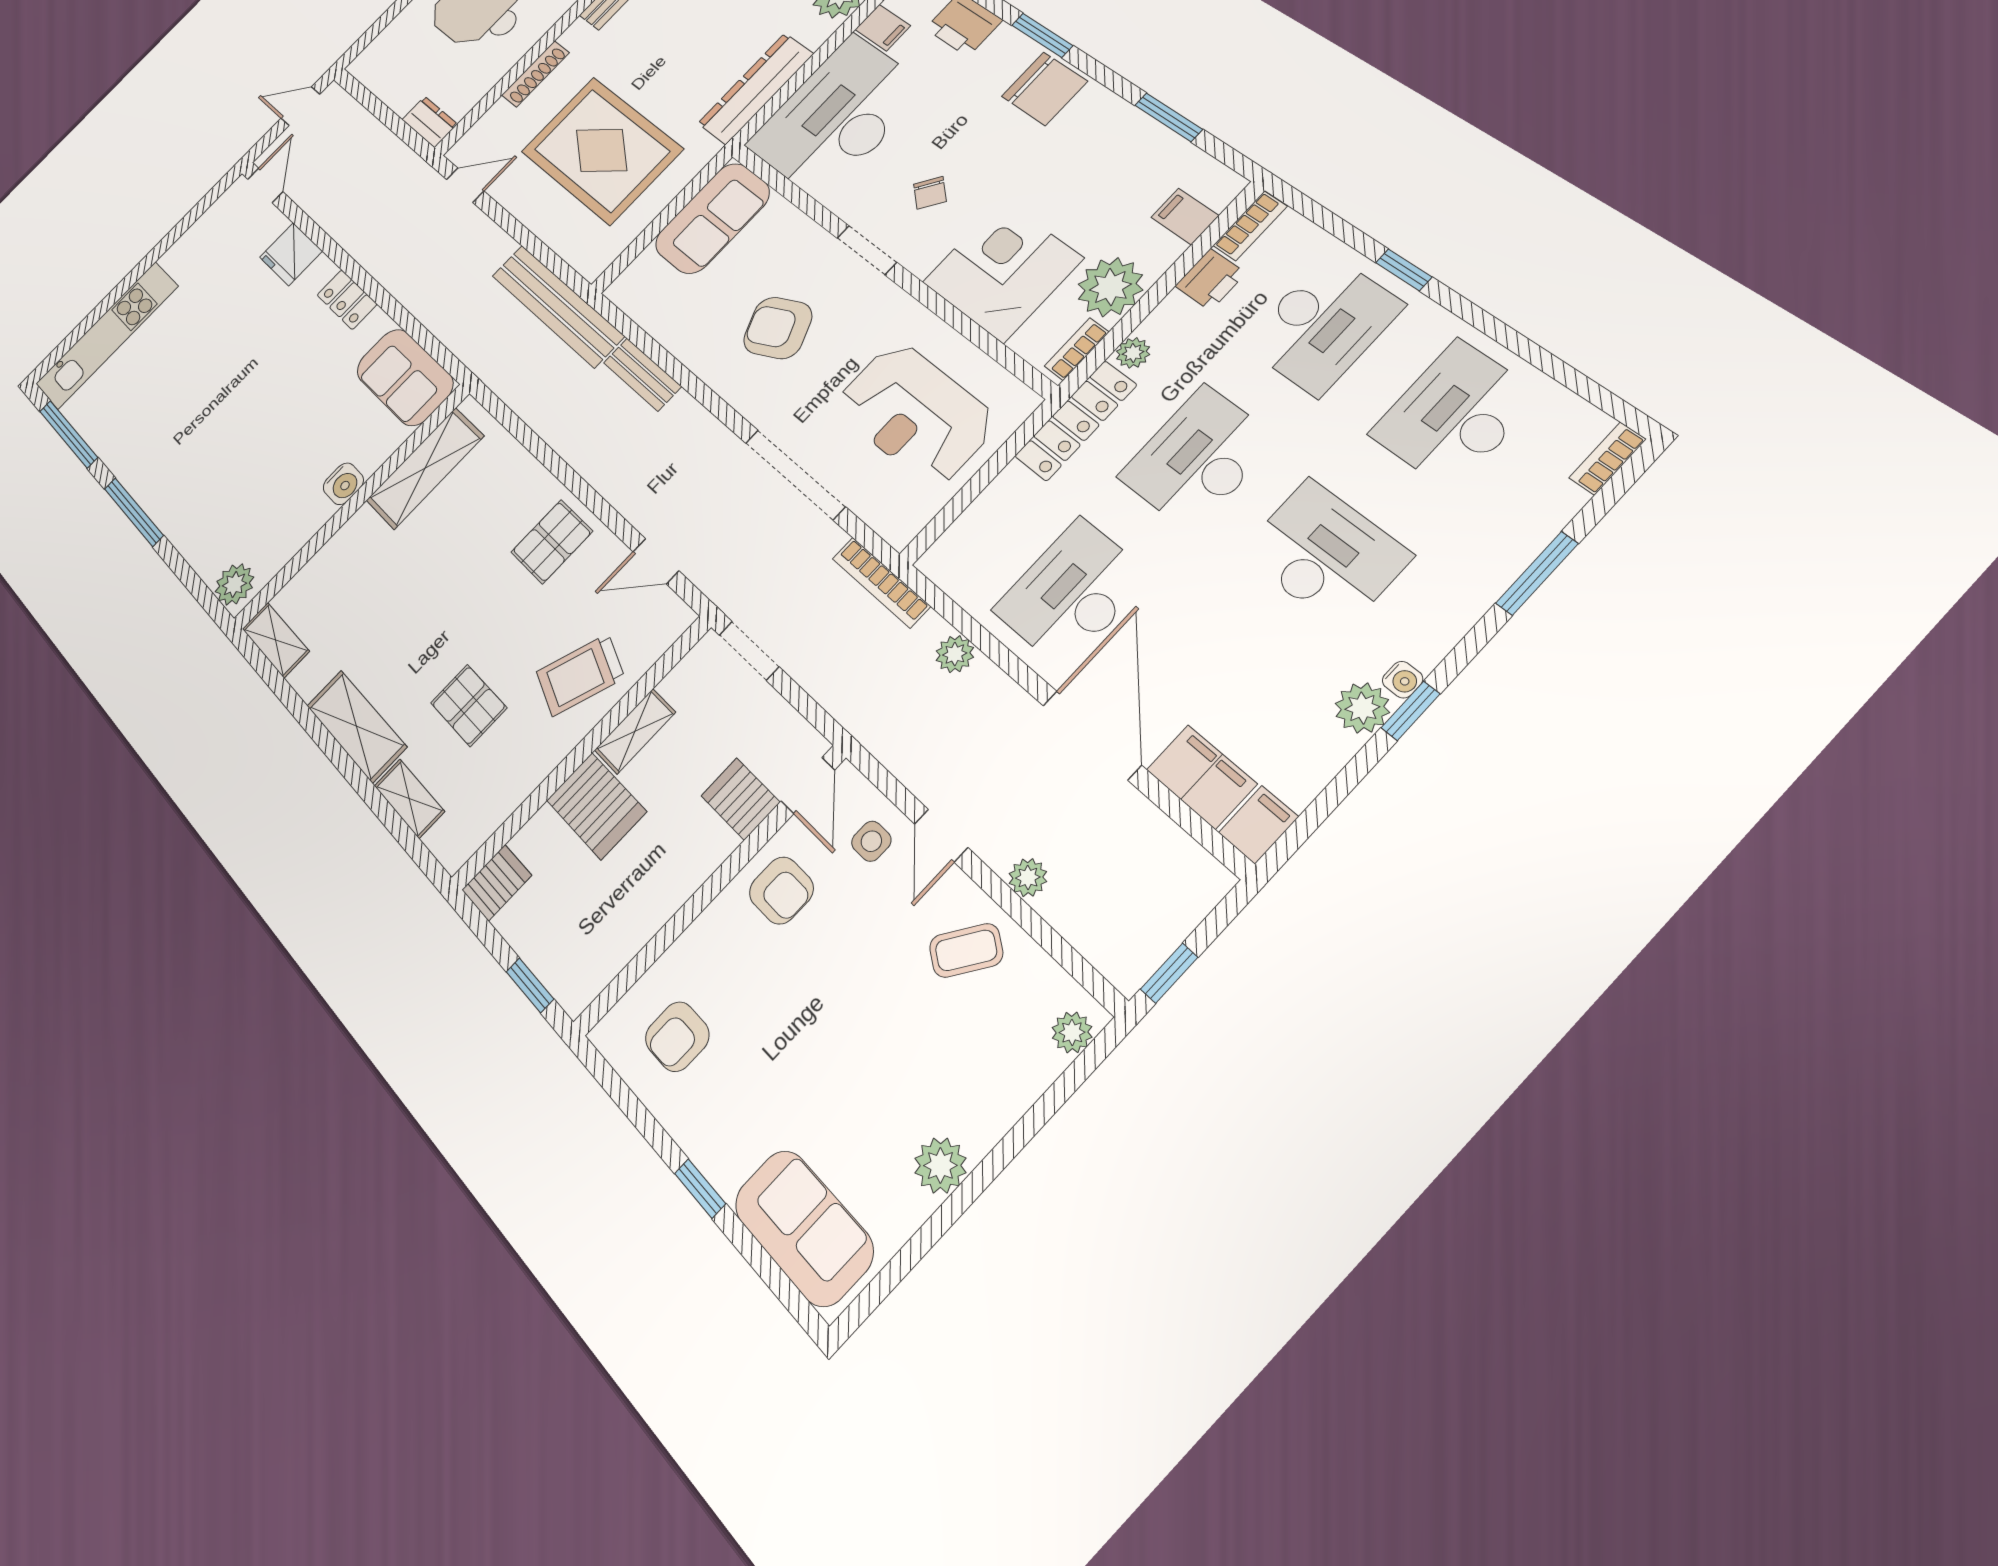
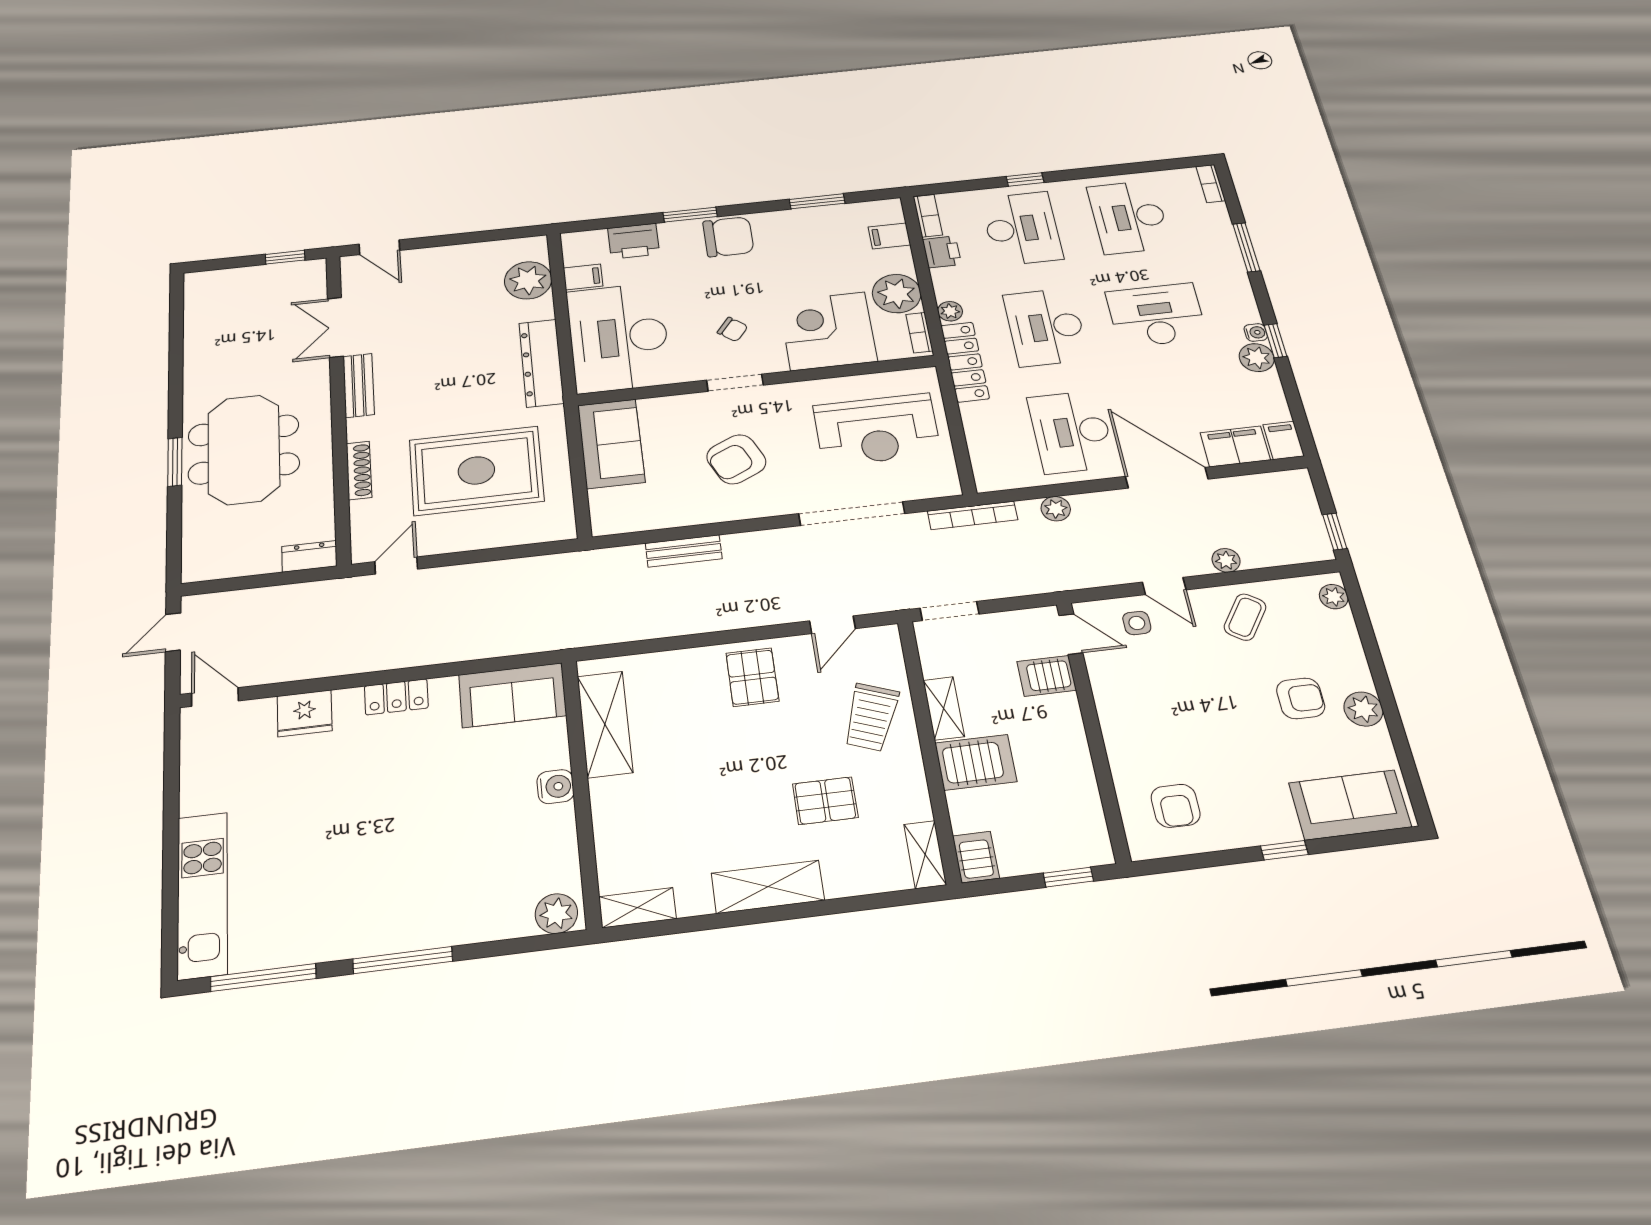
bench: (557, 306) -> (570, 568), removed
shelving: (409, 799) -> (925, 855), moved, turned 90
armchair: (781, 890) -> (1301, 698), moved

